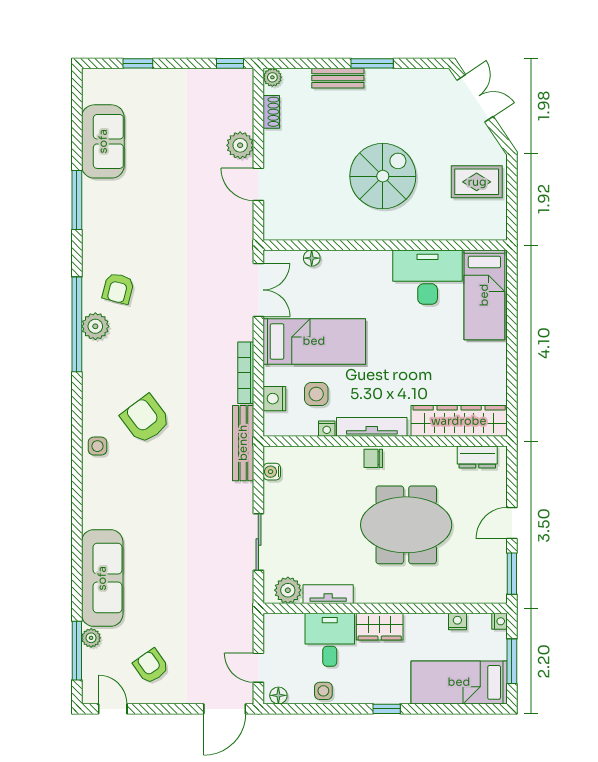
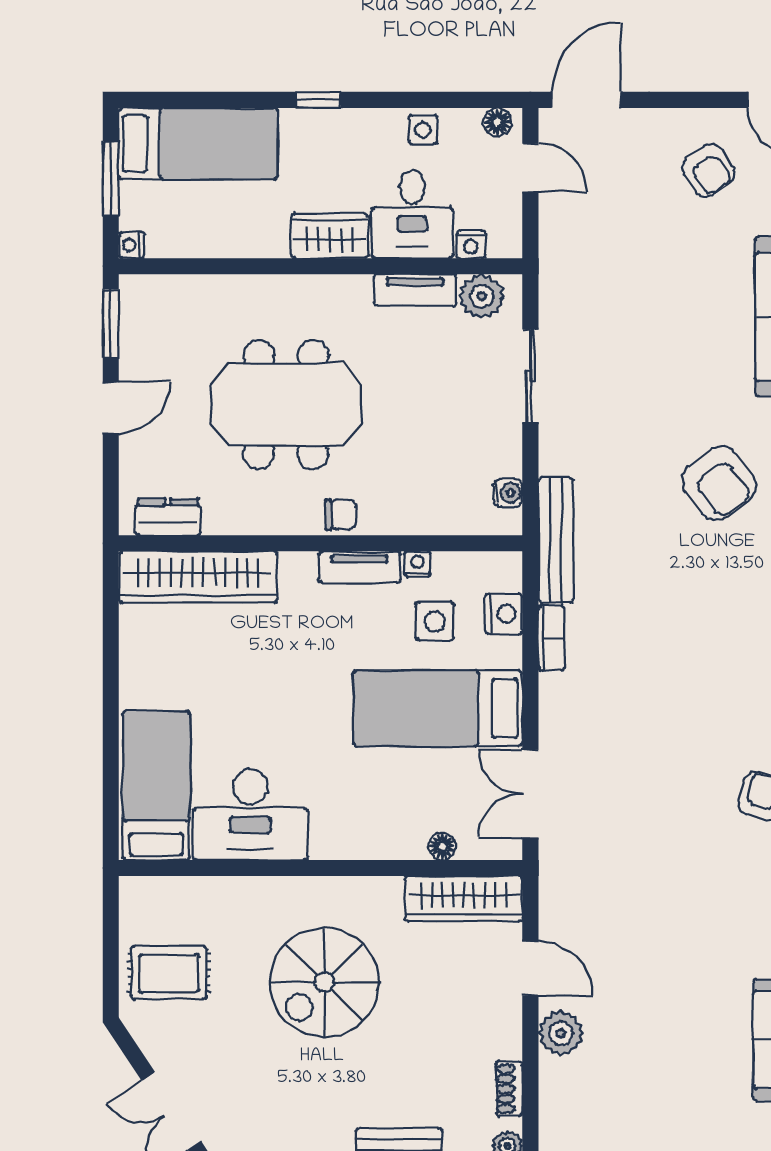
wardrobe: (299, 227) -> (464, 899), added
bookcase: (246, 373) -> (551, 638), width x0.64
armchair: (145, 419) -> (719, 483), moved
tv unit: (372, 427) -> (360, 567), width x0.71
nightstand: (457, 622) -> (471, 244), moved

